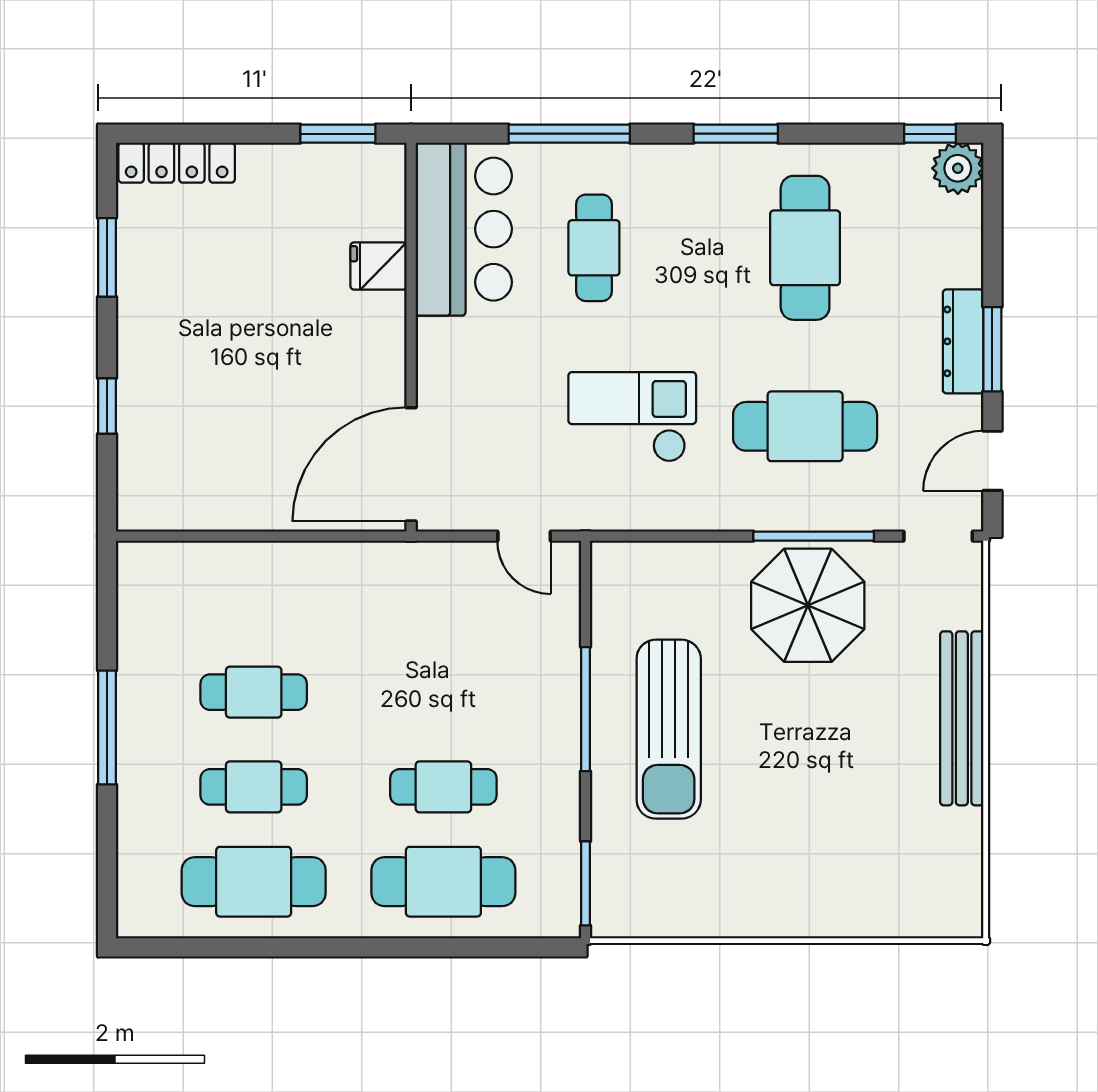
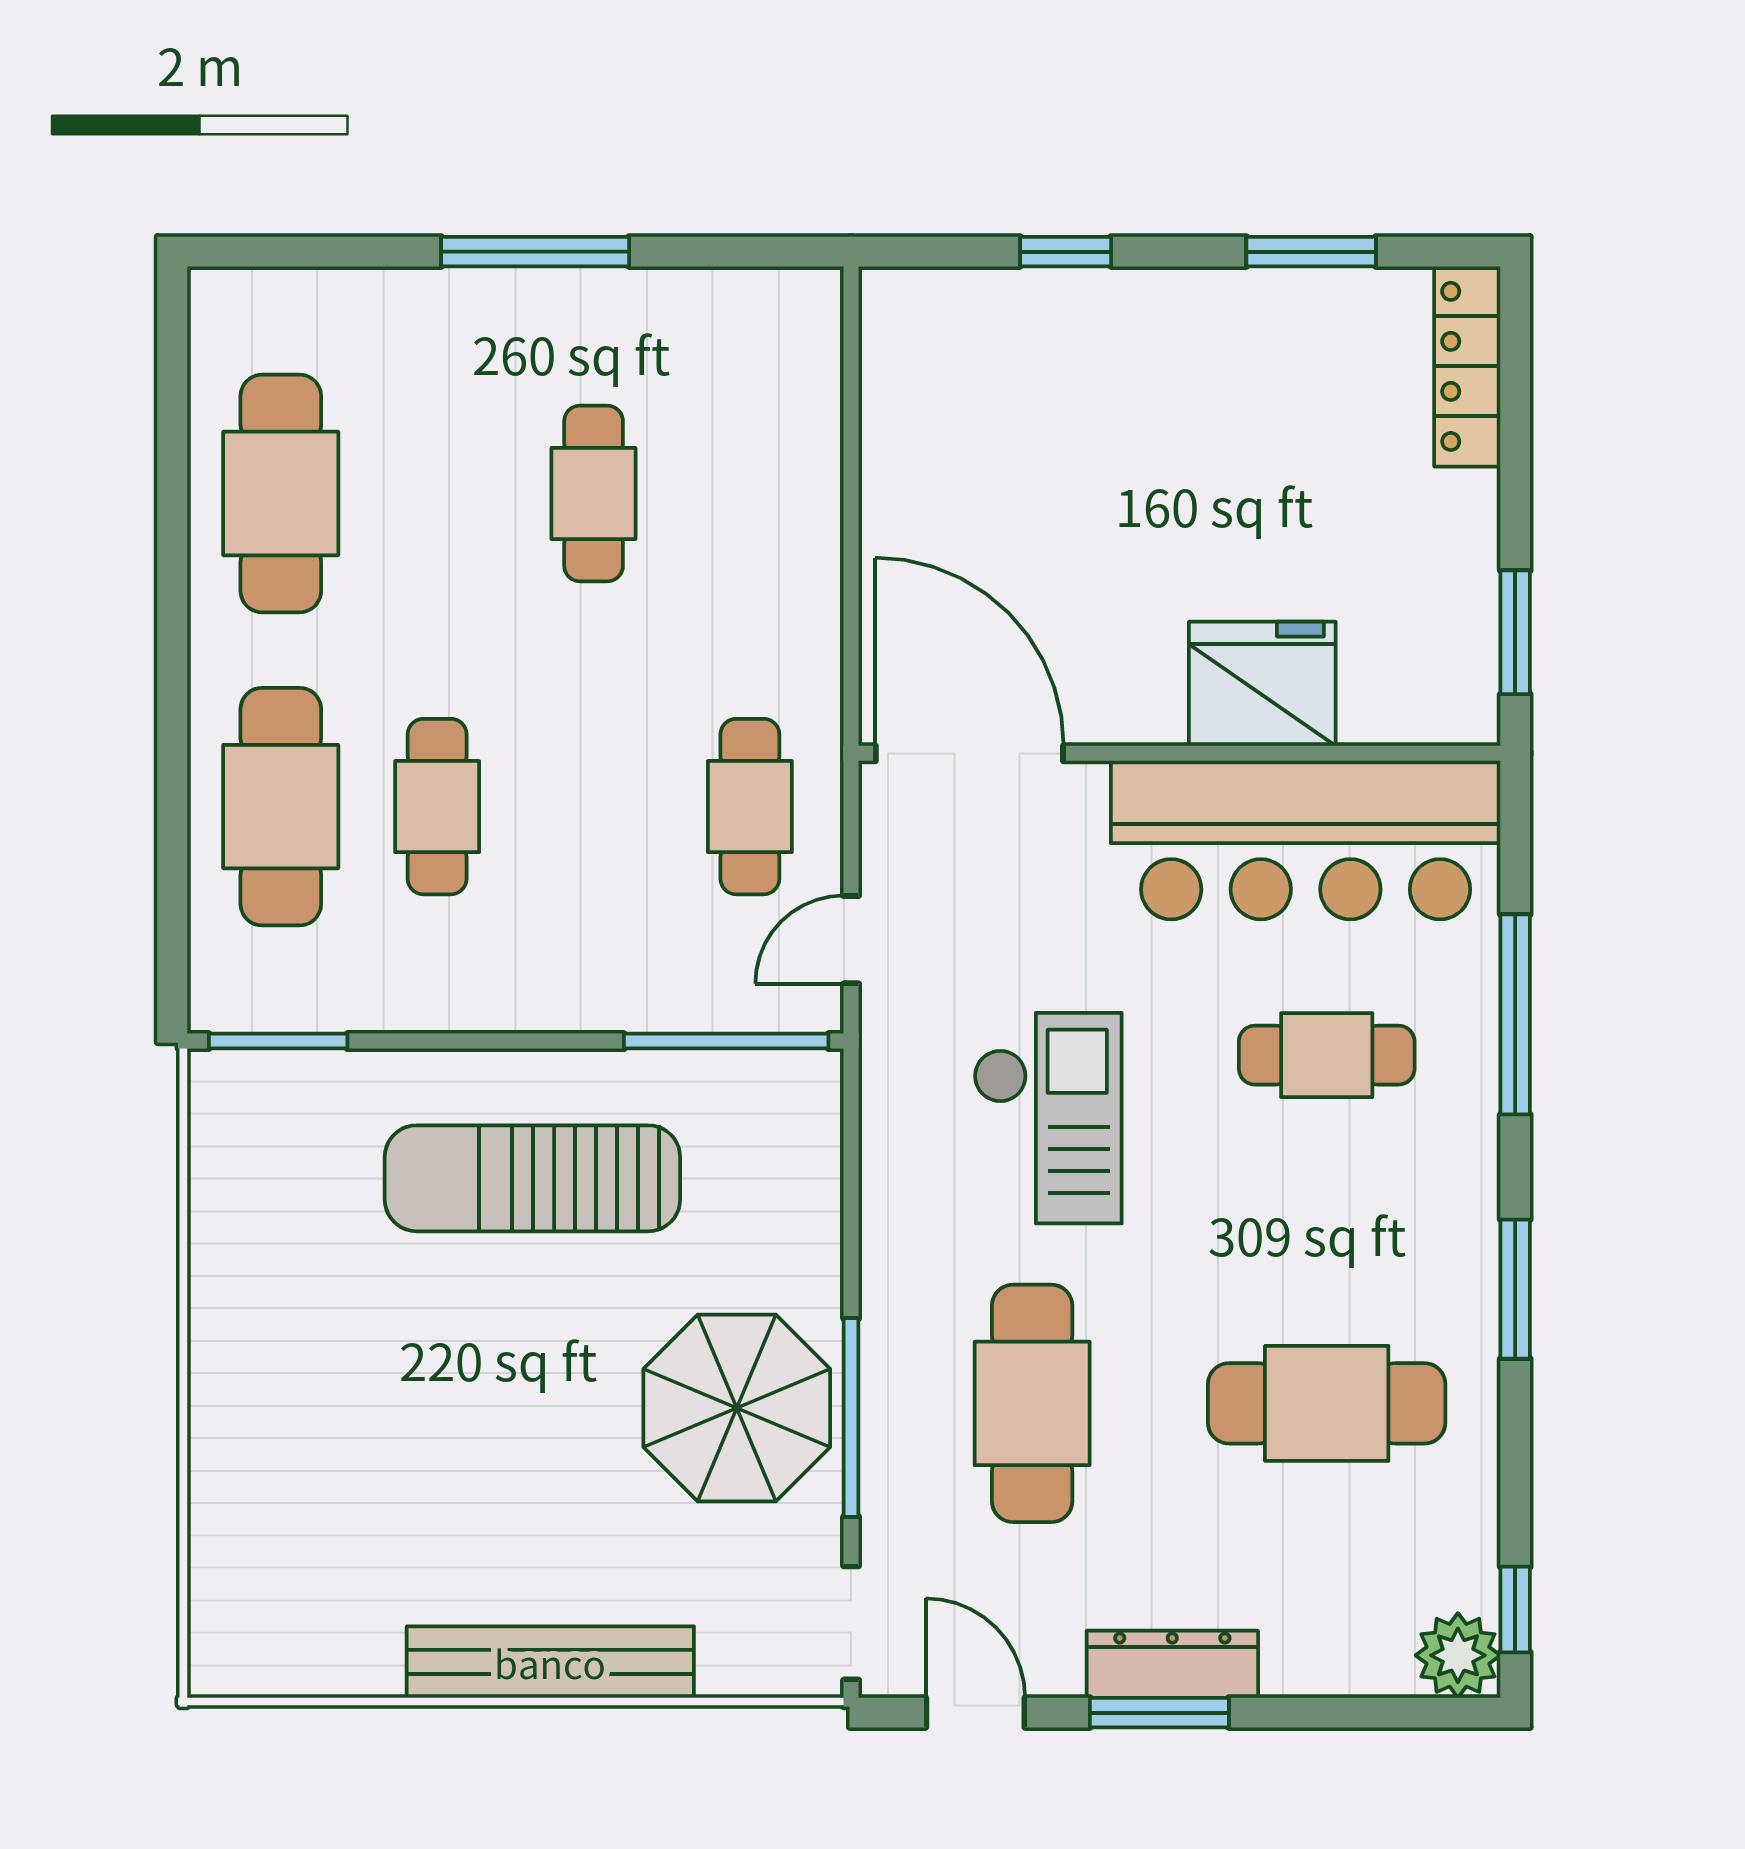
bar counter: (464, 229) -> (1306, 840), width x1.36
fridge: (379, 266) -> (1262, 684), width x1.88, depth x1.34
window: (586, 709) -> (726, 1041), moved
cafe table: (254, 787) -> (750, 807), moved

